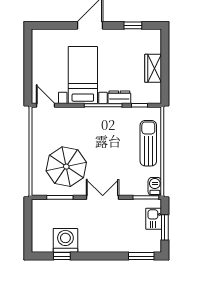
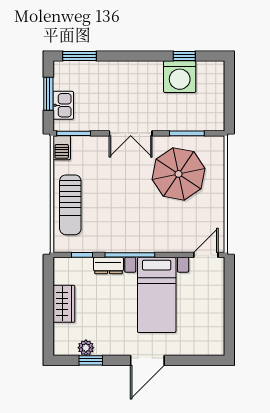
plant: (136, 35) -> (86, 348), added
door: (46, 105) -> (206, 255), swing flipped

